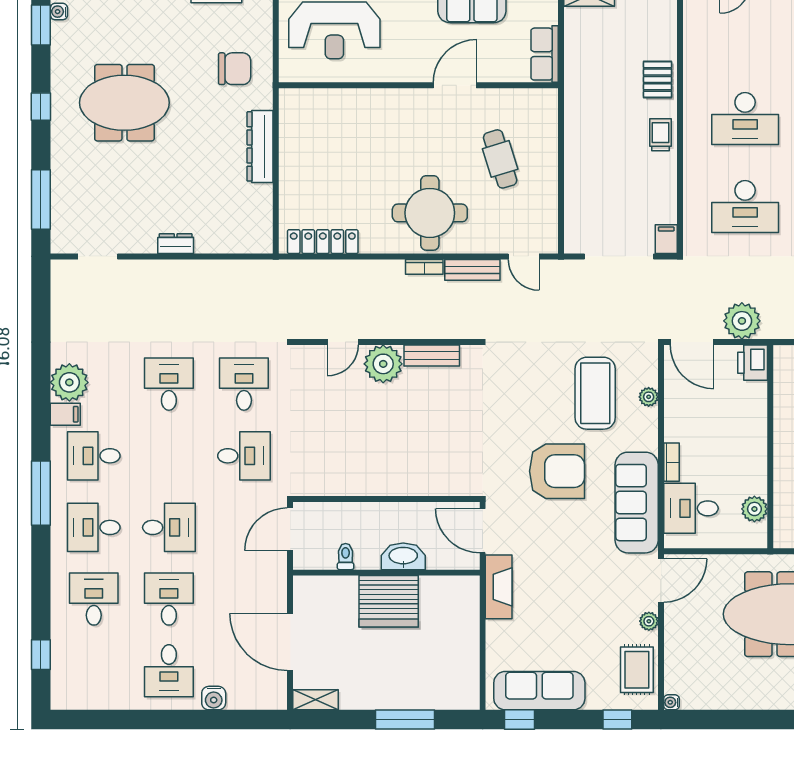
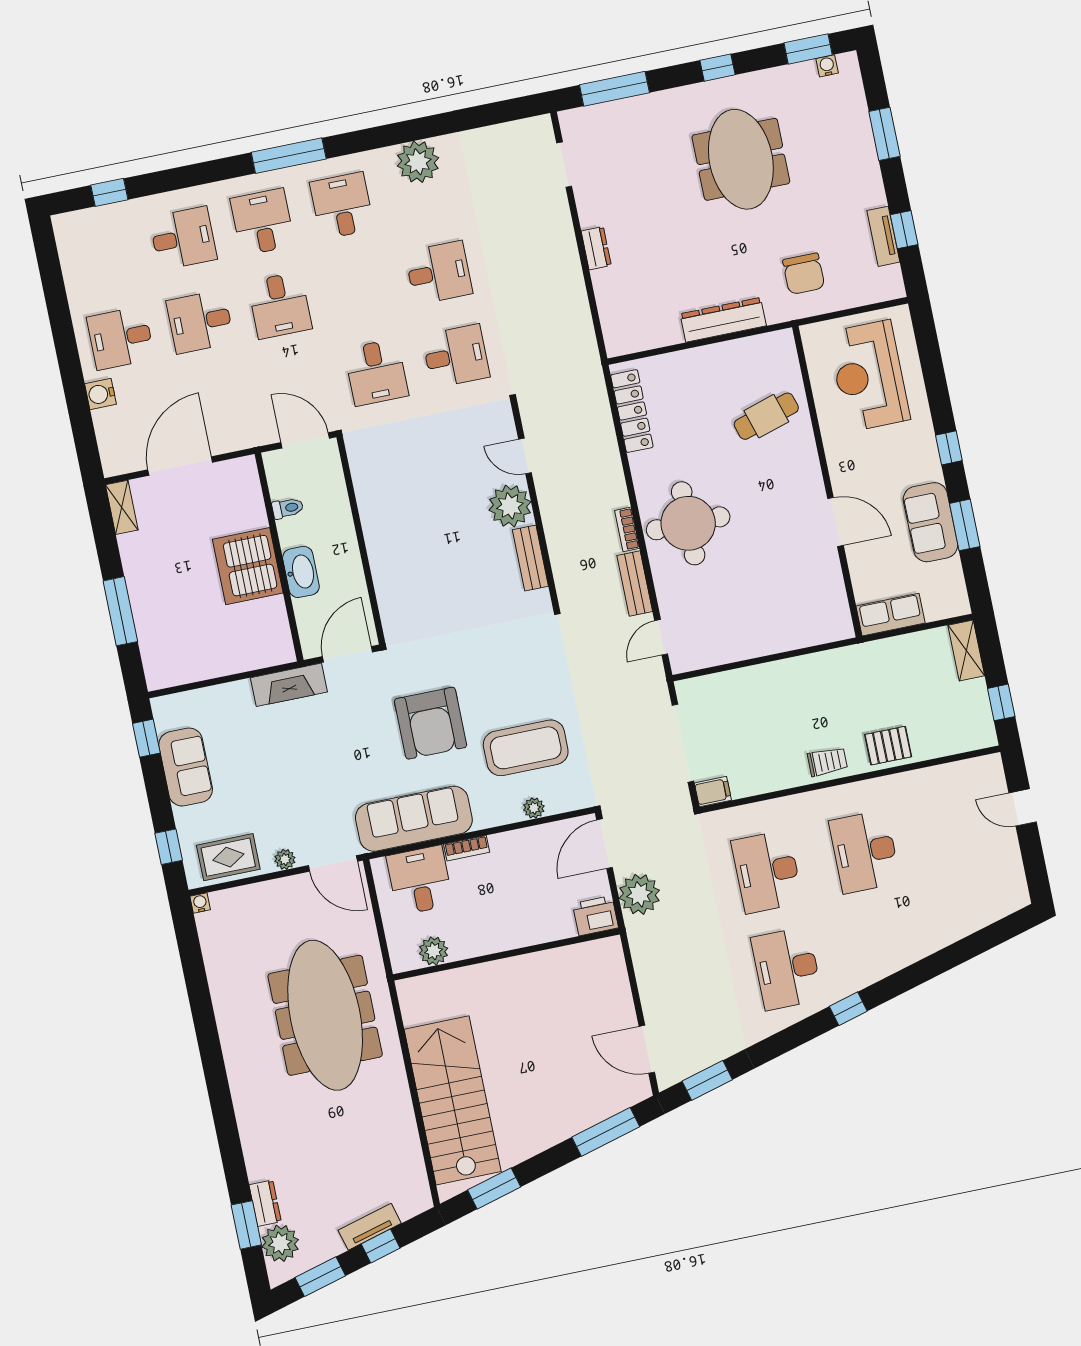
cafe table: (500, 159) -> (766, 416), moved
filing cabinet: (65, 414) -> (382, 165), removed
desk: (169, 599) -> (200, 322), turned 180
sofa: (539, 691) -> (186, 767), width x0.73

